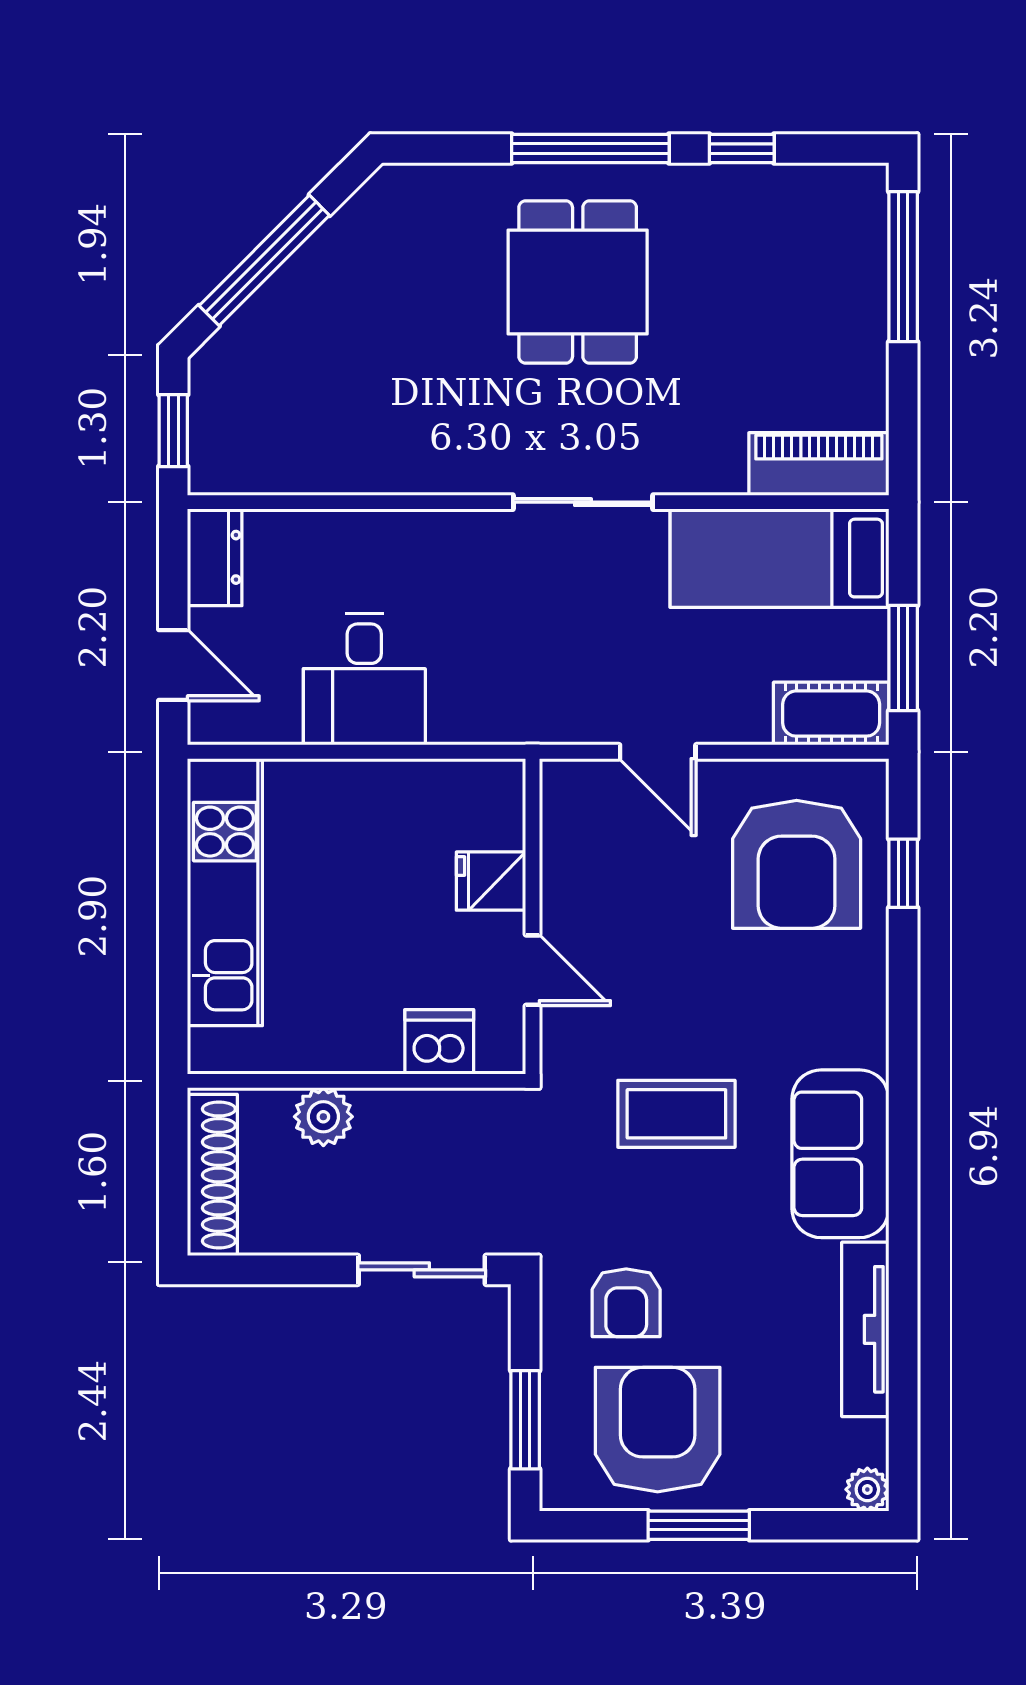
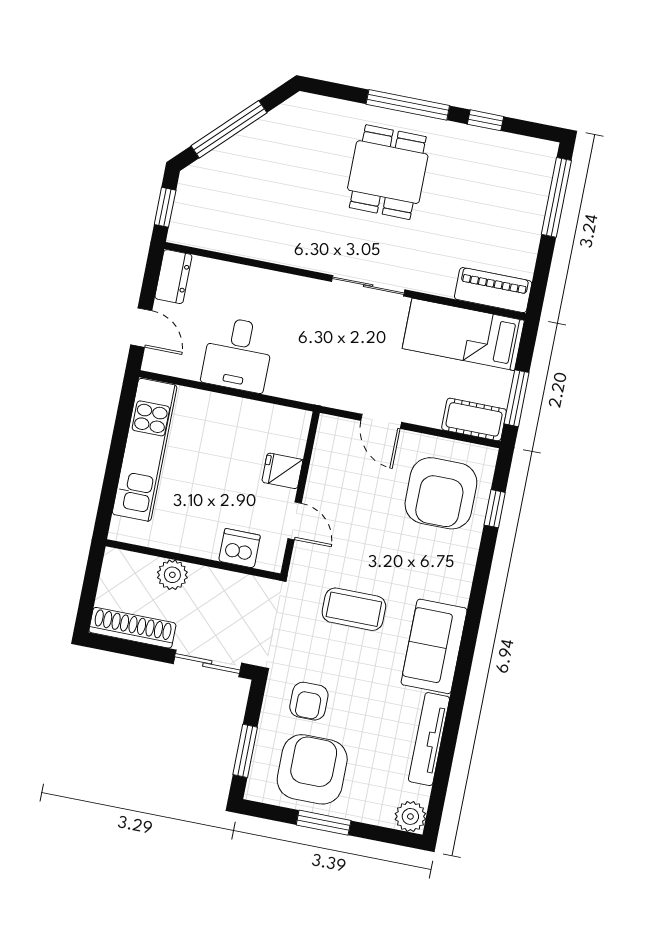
shoe rack: (212, 1175) -> (132, 628), moved, turned -90
plant: (867, 1489) -> (410, 816), width x1.38, depth x1.38

